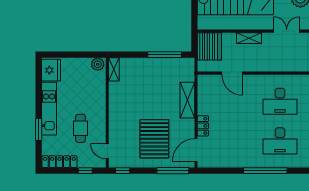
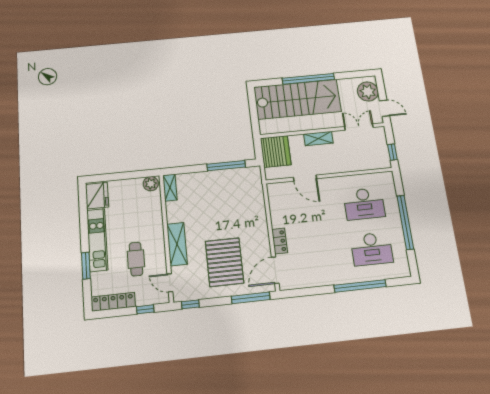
shelving: (187, 100) -> (177, 244), moved

